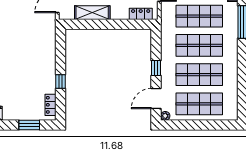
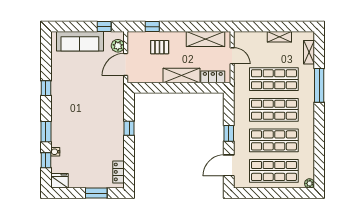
shelving: (92, 13) -> (182, 76), moved
window: (61, 81) -> (129, 128), moved
plant: (165, 116) -> (309, 183), moved

